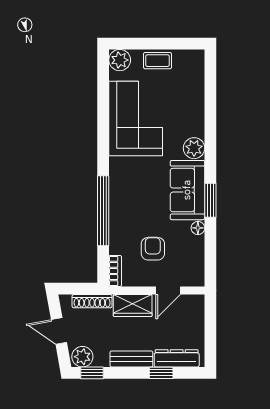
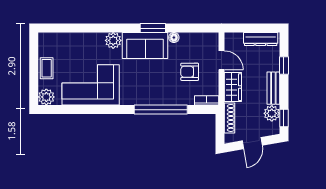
plant: (82, 357) -> (272, 113), moved
dresser: (177, 358) -> (261, 39), moved, turned -90

